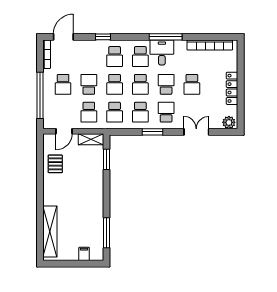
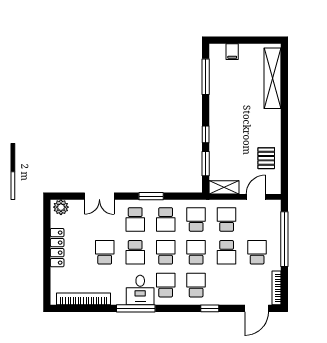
school desk: (140, 112) -> (166, 219), turned 180
window: (106, 184) -> (206, 134), added

